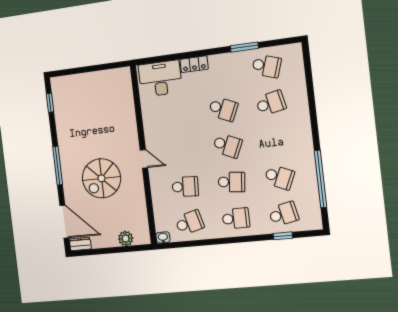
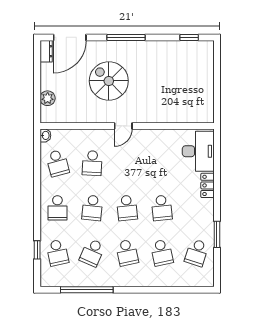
school desk: (223, 109) -> (162, 208), turned -30
school desk: (275, 140) -> (127, 253), added
school desk: (227, 146) -> (127, 208), turned -30

